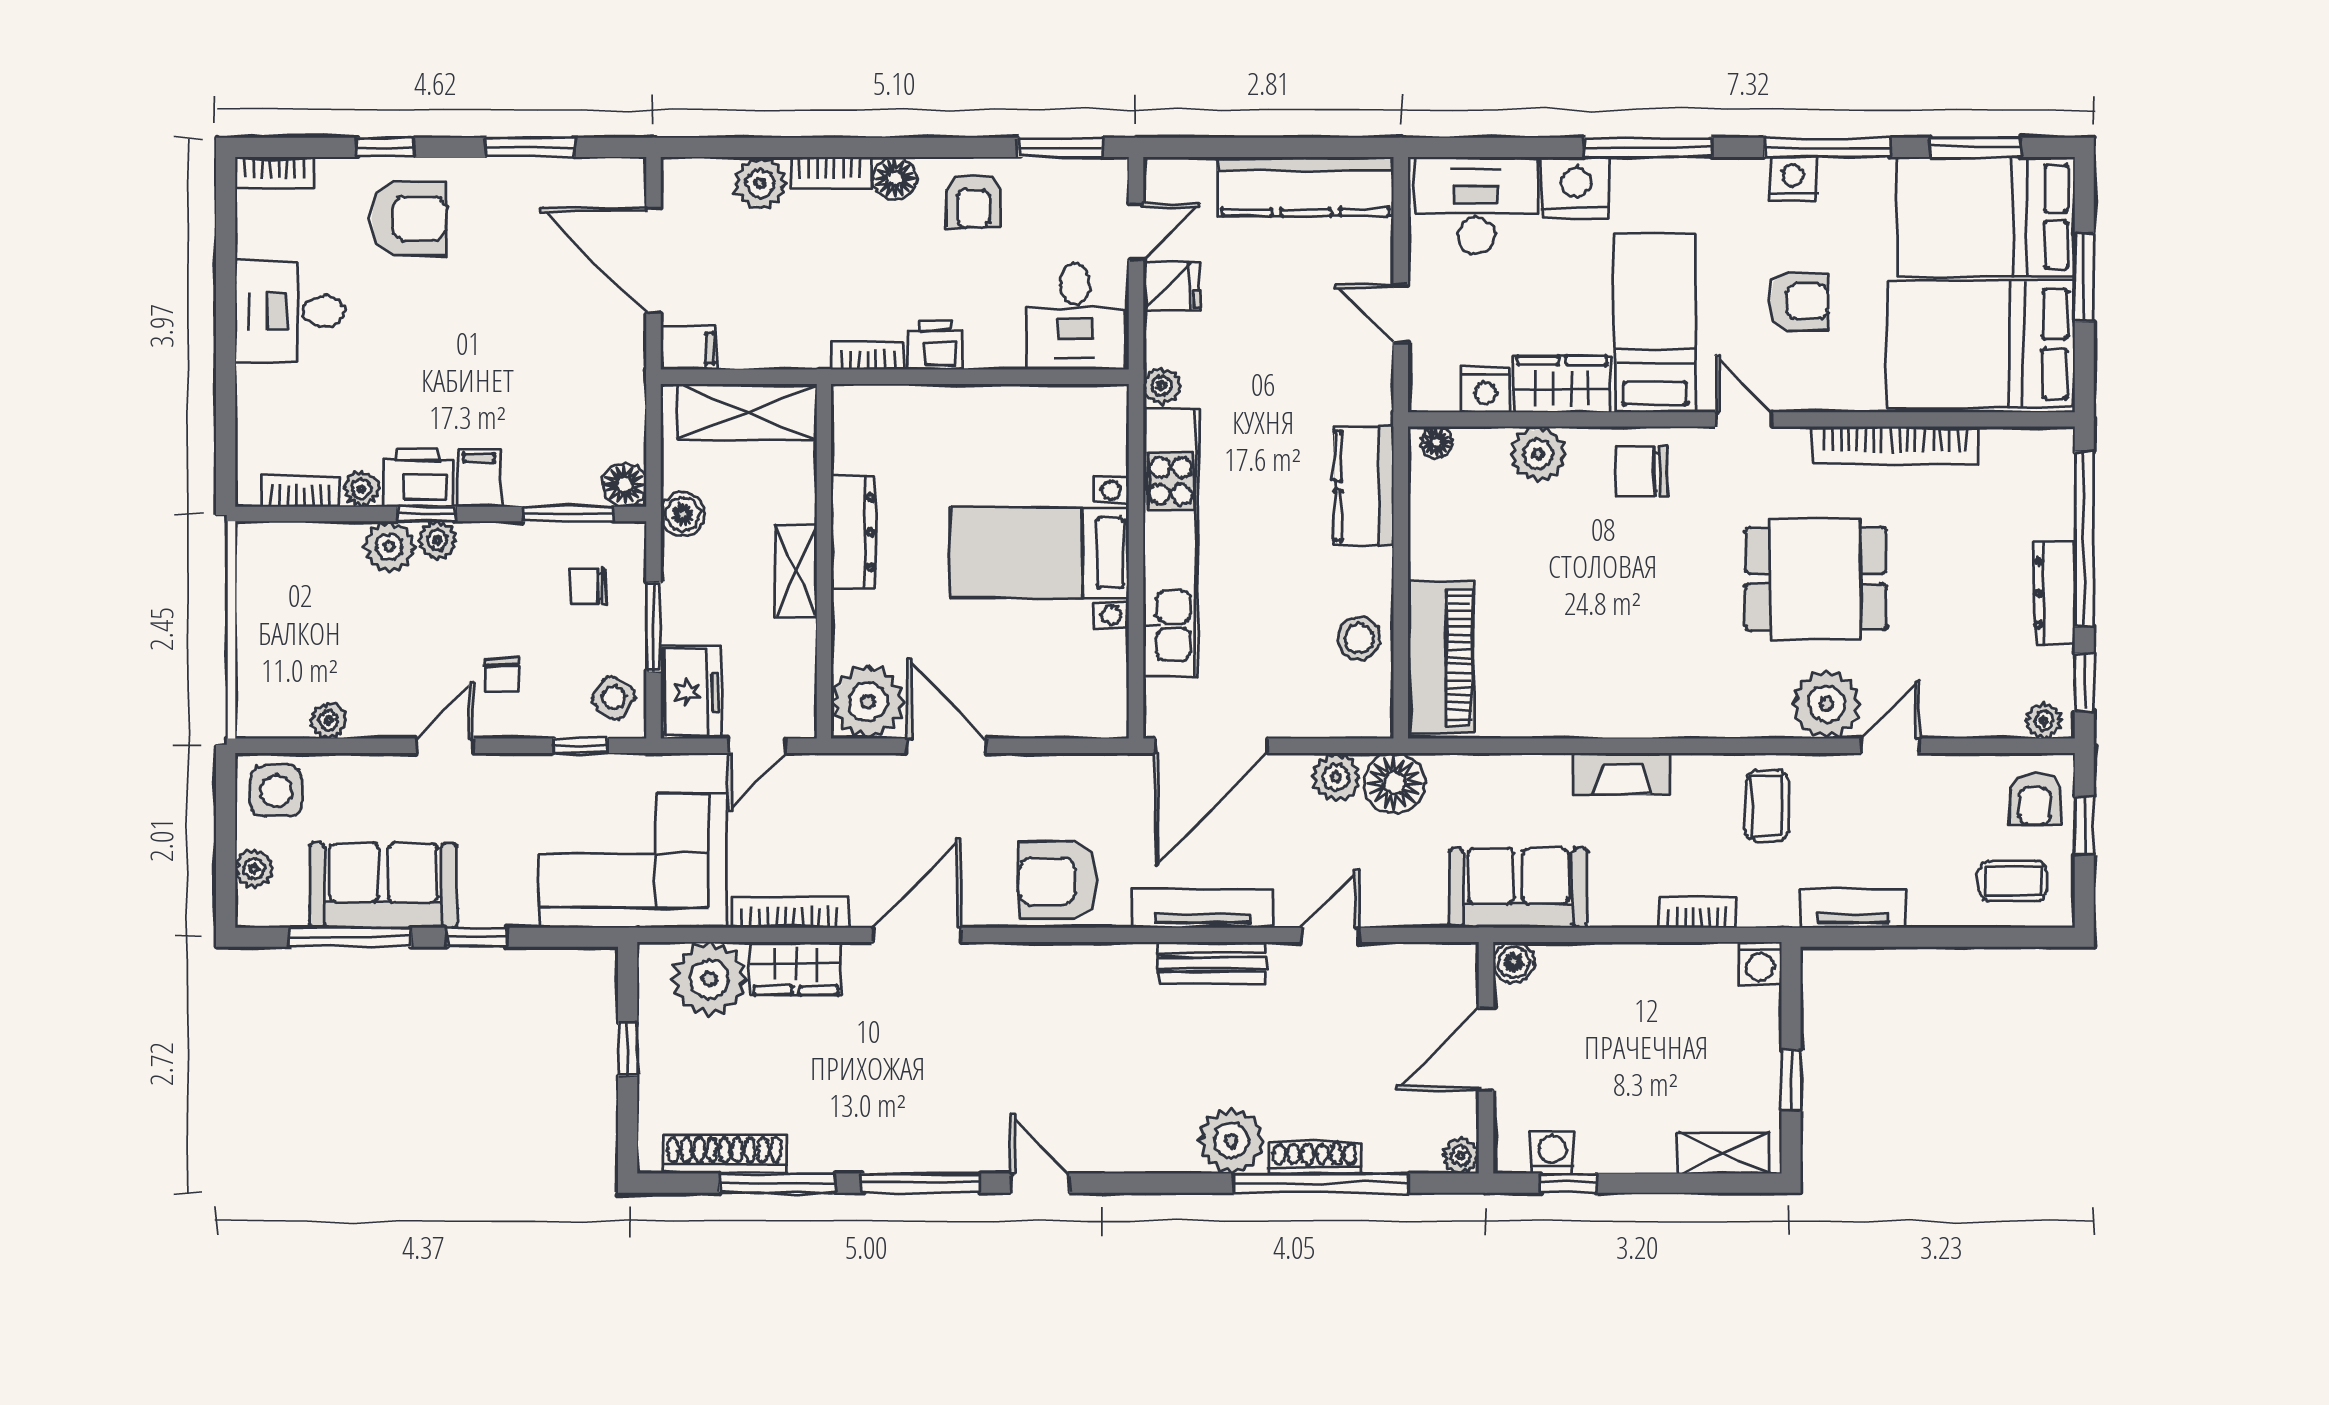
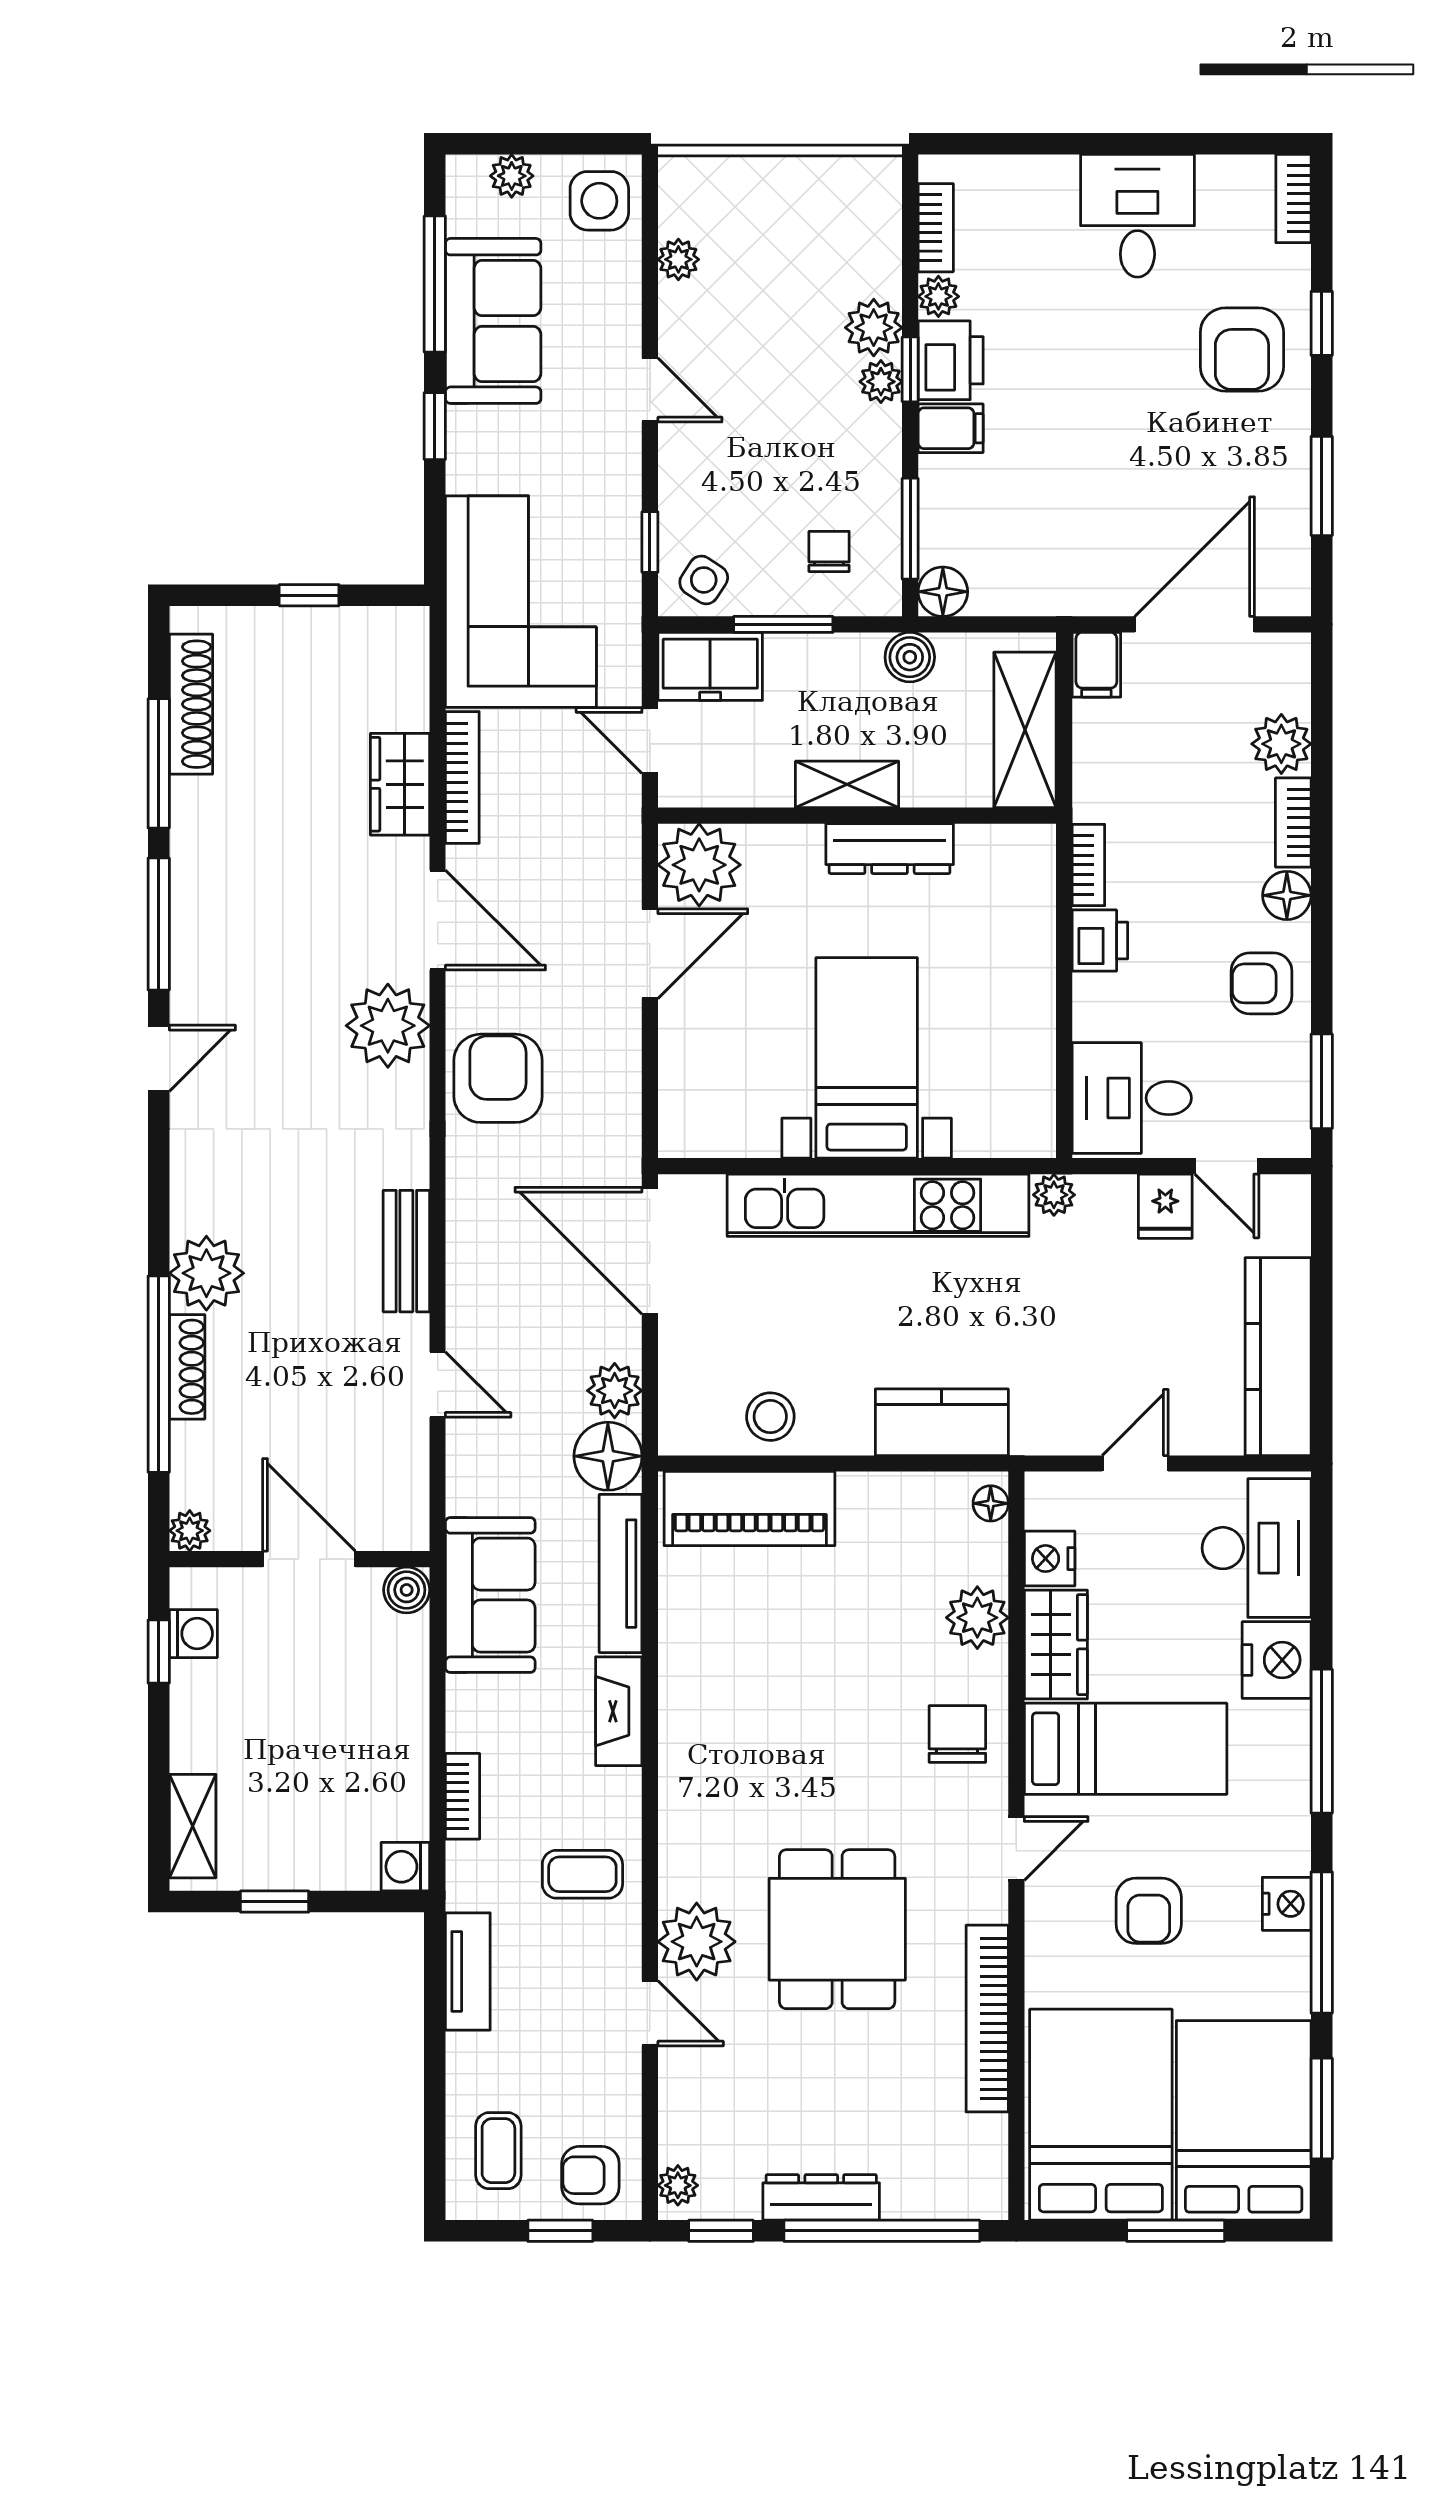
chair: (501, 675) -> (729, 453), removed
tv unit: (1203, 909) -> (621, 1574), moved, turned 180
plant: (710, 979) -> (388, 1026), moved

